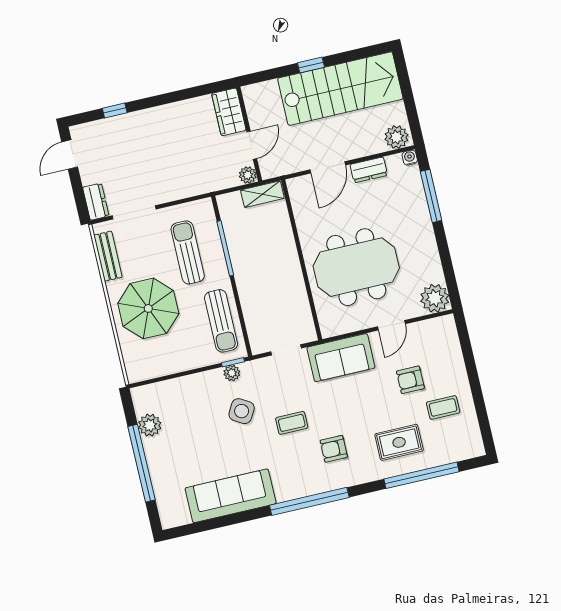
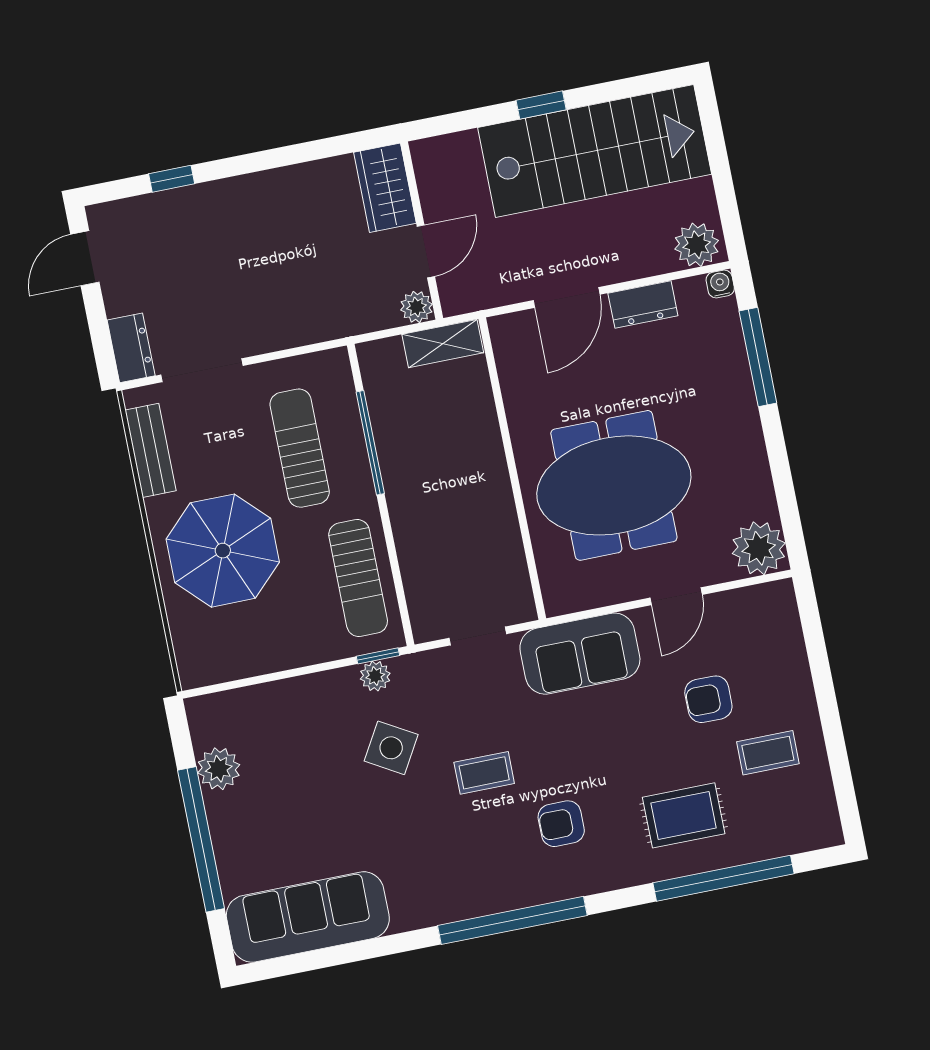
sofa: (231, 496) -> (308, 917), moved

